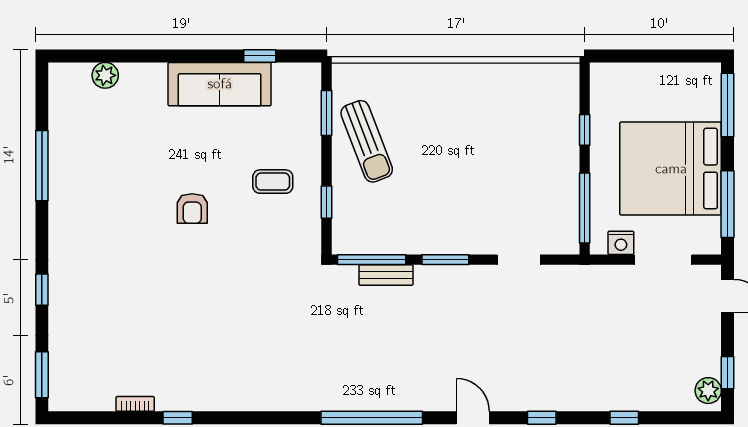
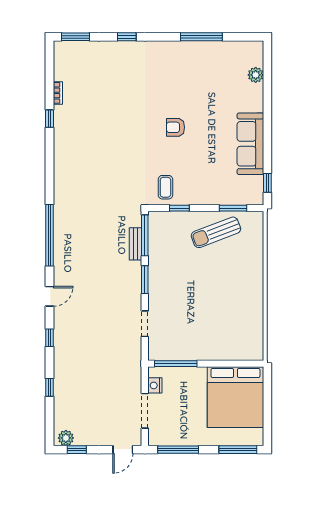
window: (260, 56) -> (267, 183), moved
window: (585, 130) -> (223, 364), removed
bed: (671, 169) -> (235, 397), moved, turned 180
coffee table: (273, 182) -> (165, 187), moved

